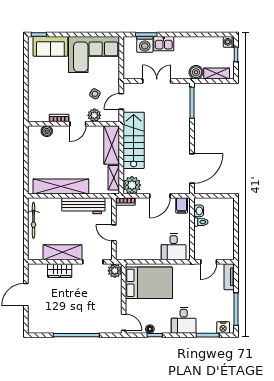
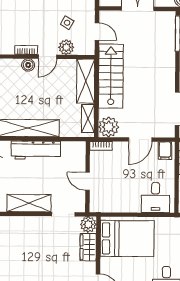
door: (121, 101) -> (97, 32), swing flipped
boiler: (47, 131) -> (28, 65), moved
workbench: (83, 206) -> (36, 150), moved
wardrobe: (60, 271) -> (88, 247), moved, turned 90

